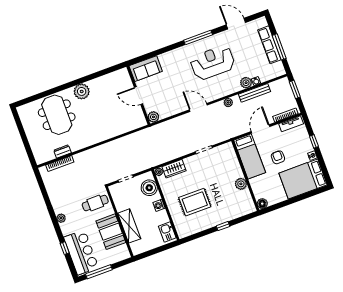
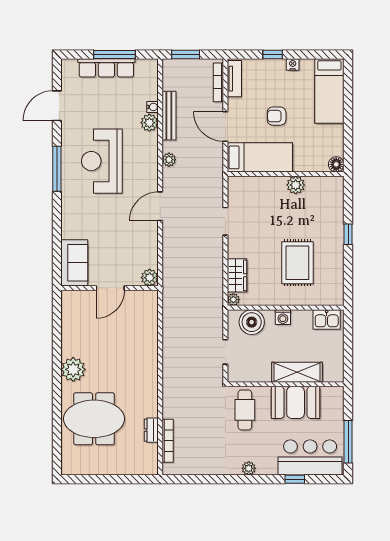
bed: (303, 179) -> (329, 91), width x0.67

